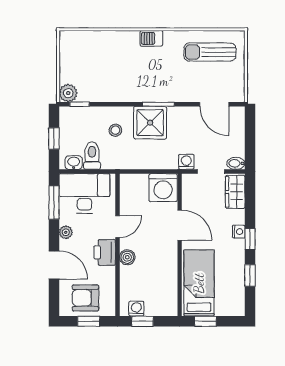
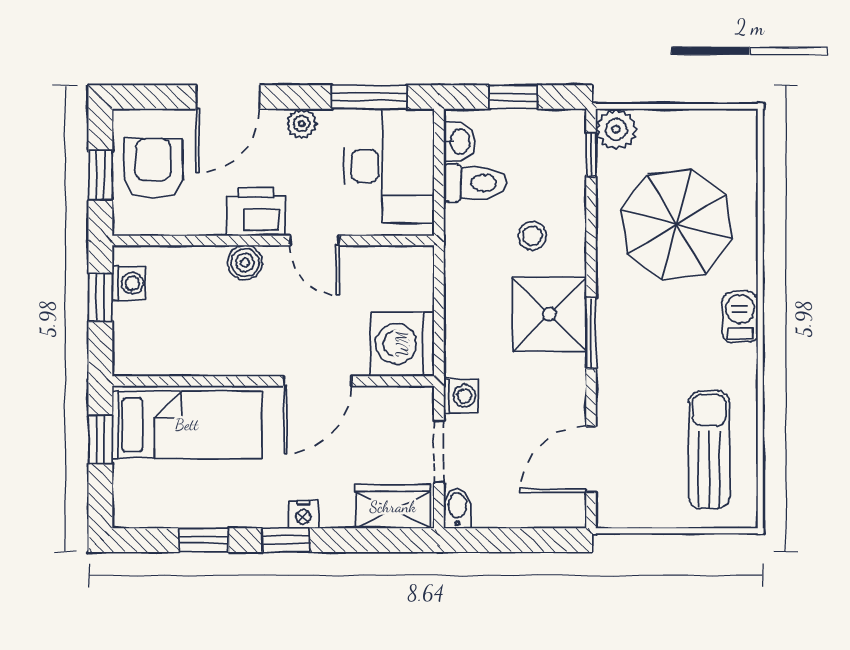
parasol: (110, 66) -> (677, 224), added

